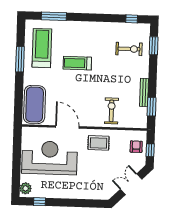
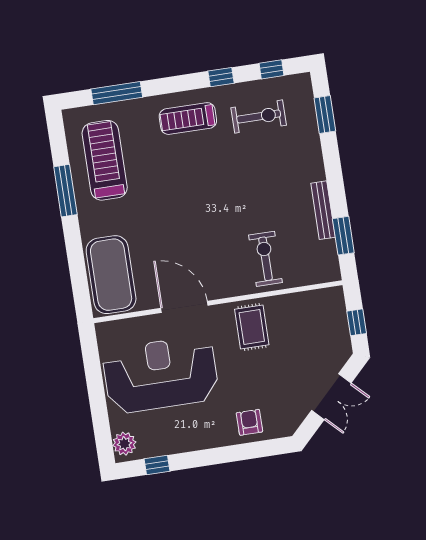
window: (106, 18) -> (221, 77), added
exercise bike: (129, 49) -> (259, 117), moved
treadmill: (77, 63) -> (188, 119), moved
rug: (99, 143) -> (252, 327), turned 90
armchair: (136, 147) -> (249, 422), moved
double door: (131, 184) -> (331, 397), swing flipped

